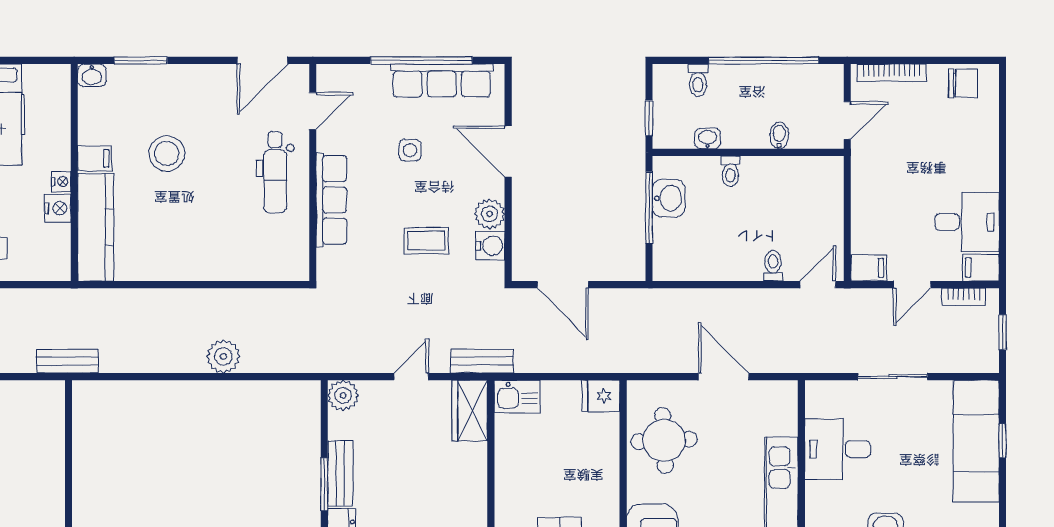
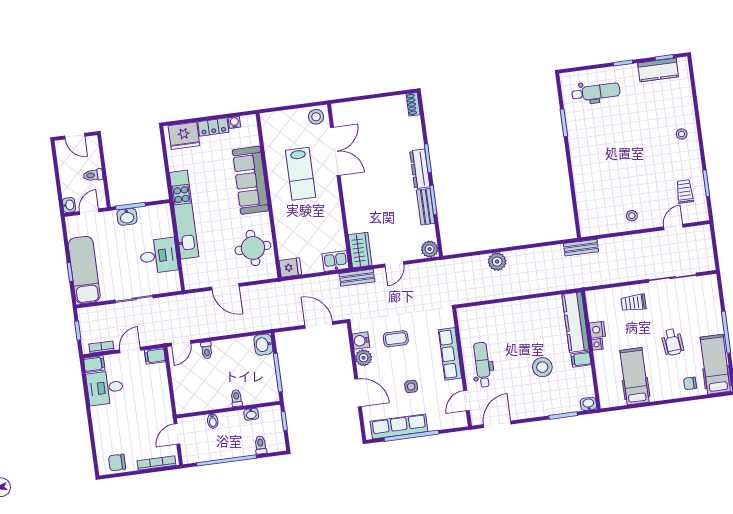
washbasin: (669, 198) -> (263, 345), moved

